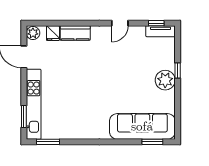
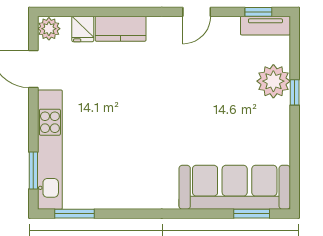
plant: (165, 80) -> (273, 81), moved

